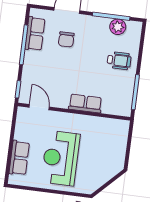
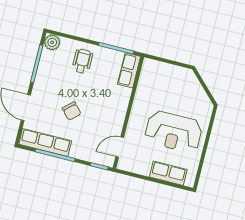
plant: (118, 27) -> (52, 42), moved
row of seats: (35, 34) -> (45, 142), width x1.48
chair: (66, 39) -> (72, 111), moved, turned 48
row of seats: (85, 104) -> (129, 70), moved

